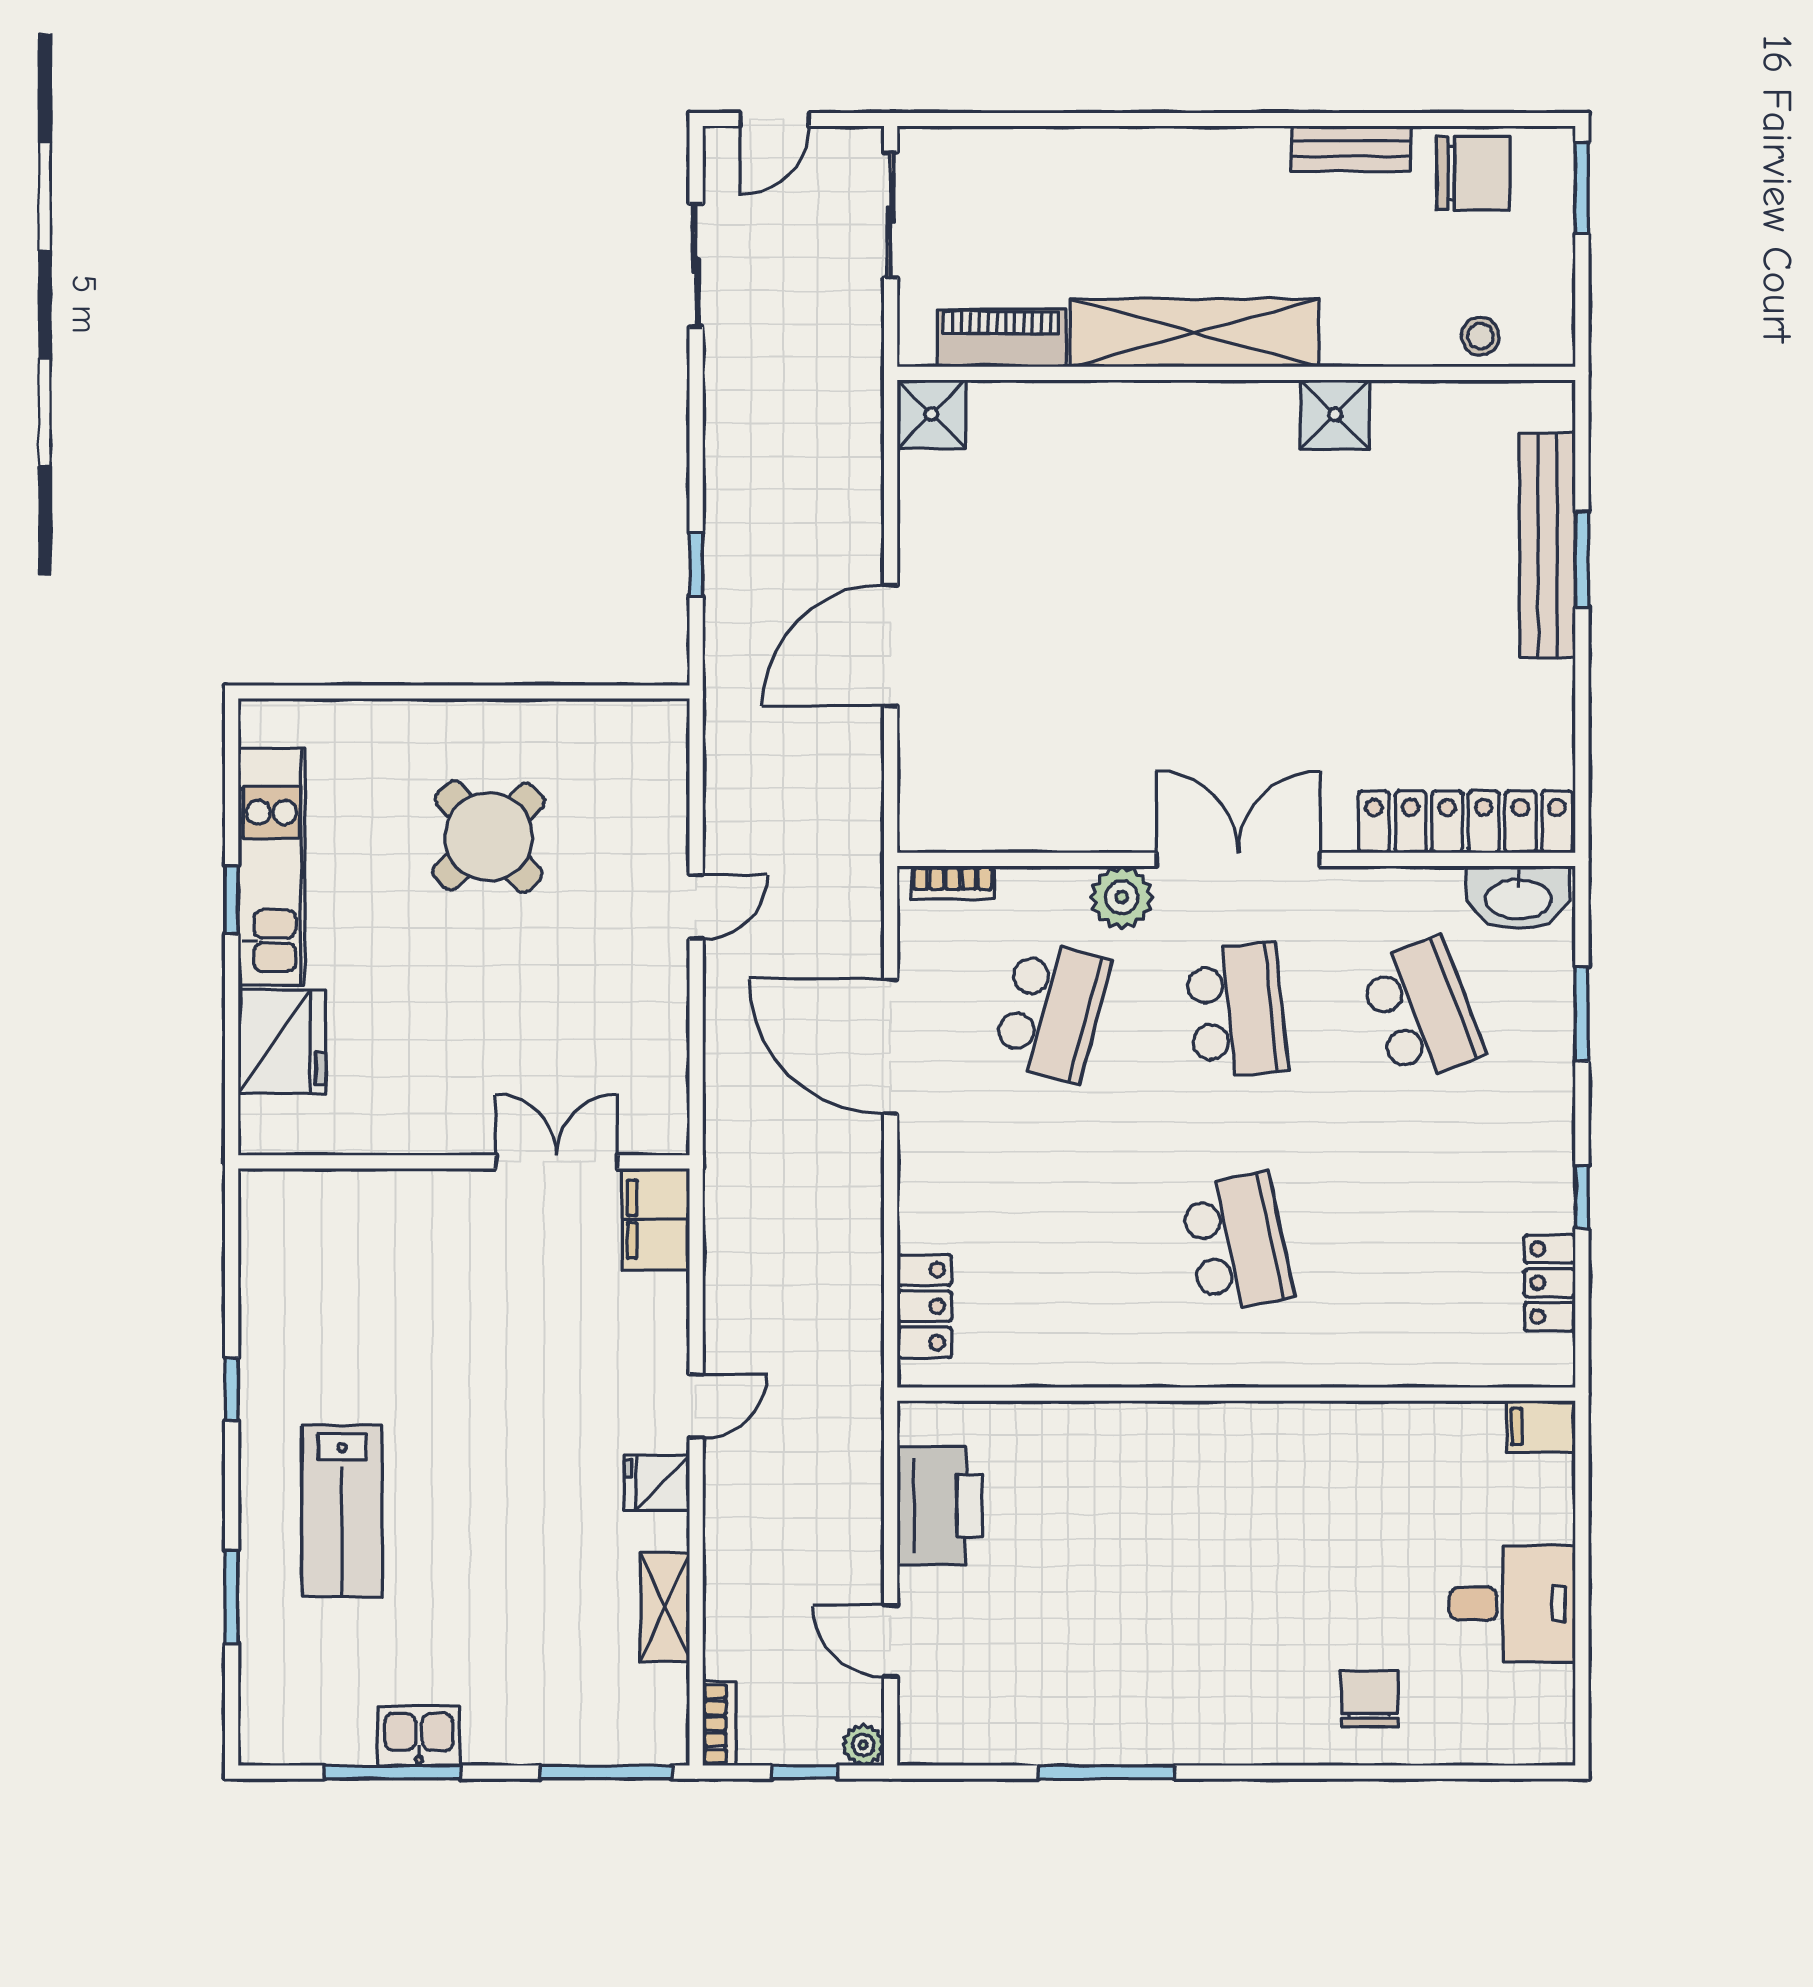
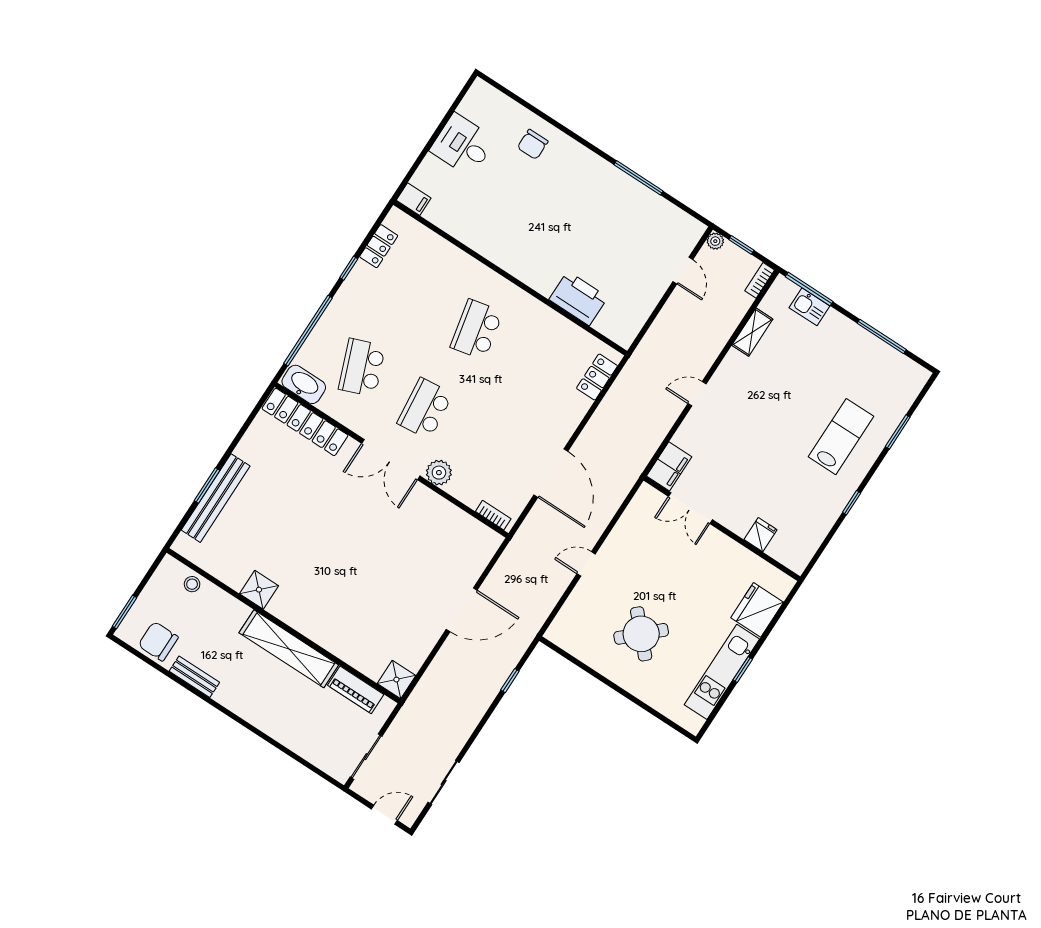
school desk: (1051, 1011) -> (488, 450), removed
window: (1582, 1014) -> (308, 331), width x2.11
fridge: (657, 1483) -> (760, 535), moved, turned -90
printer: (940, 1506) -> (578, 298), moved, turned 90
kitchen sink: (419, 1736) -> (809, 307), moved

